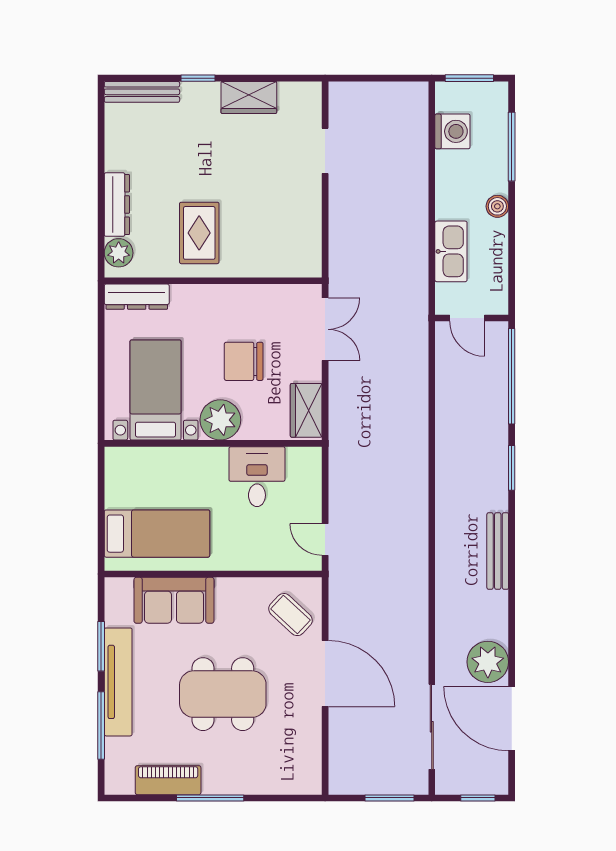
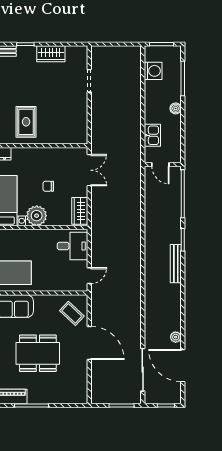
kitchen sink: (451, 251) -> (152, 135), width x0.73
chair: (244, 361) -> (48, 186), width x0.54, depth x0.54
desk: (257, 477) -> (72, 246), moved, turned 90
door: (325, 539) -> (89, 276), swing flipped
bench: (498, 551) -> (176, 264), moved
plant: (488, 662) -> (176, 337), width x0.53, depth x0.53

